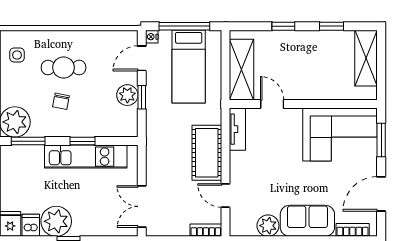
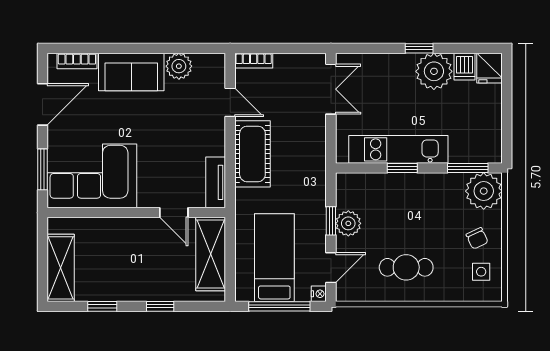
cafe table: (64, 68) -> (406, 267), moved
chair: (61, 101) -> (477, 238), moved, turned 144

